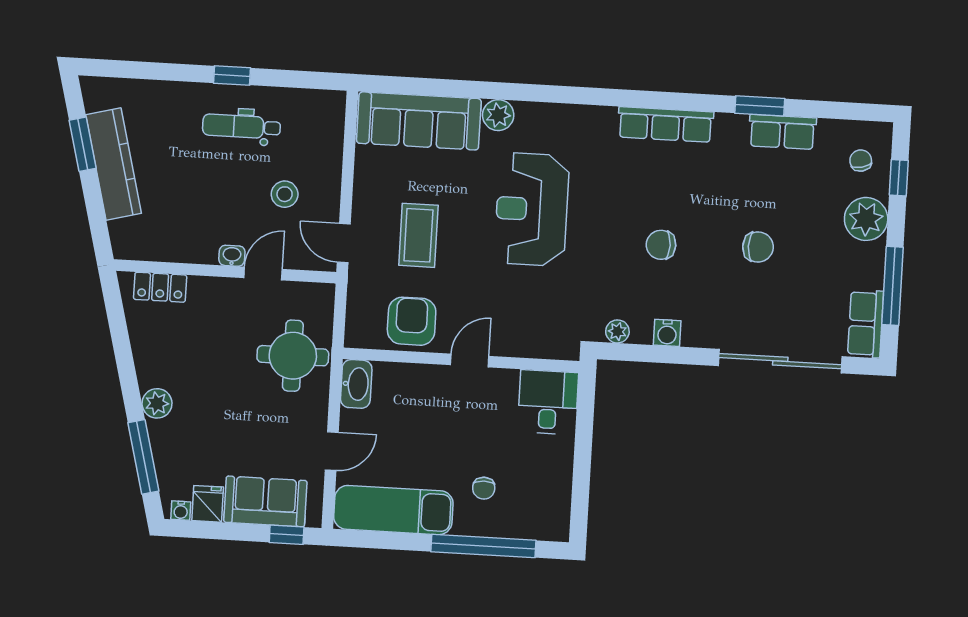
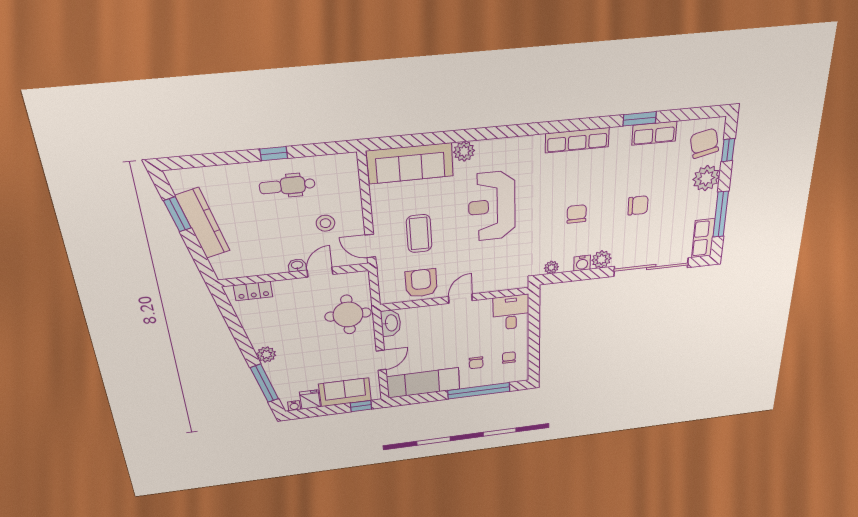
chair: (861, 161) -> (704, 143), width x1.87, depth x1.87
chair: (661, 245) -> (577, 214), turned 90
plant: (699, 332) -> (601, 259), added
chair: (539, 489) -> (509, 357), added

